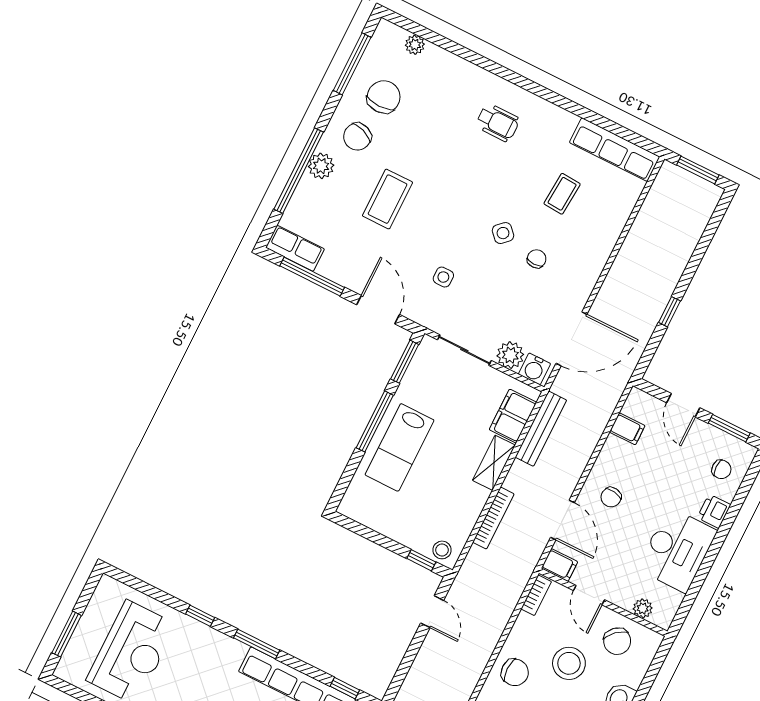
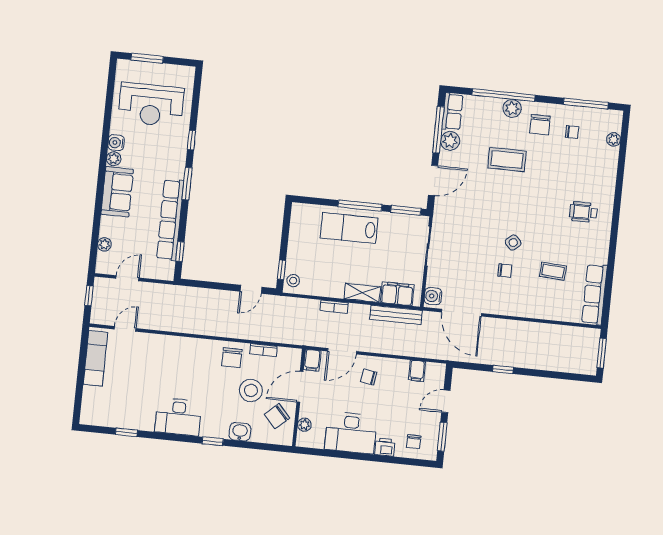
chair: (384, 97) -> (572, 132), width x0.54, depth x0.54
wheelchair: (498, 123) -> (583, 212), turned 90
chair: (357, 137) -> (540, 125), turned -110
side table: (443, 277) -> (470, 215), removed
plant: (510, 355) -> (450, 141), moved
bookcase: (493, 518) -> (334, 307), width x0.64
bookcase: (536, 595) -> (263, 350), moved
door: (589, 595) -> (300, 387), width x1.38

